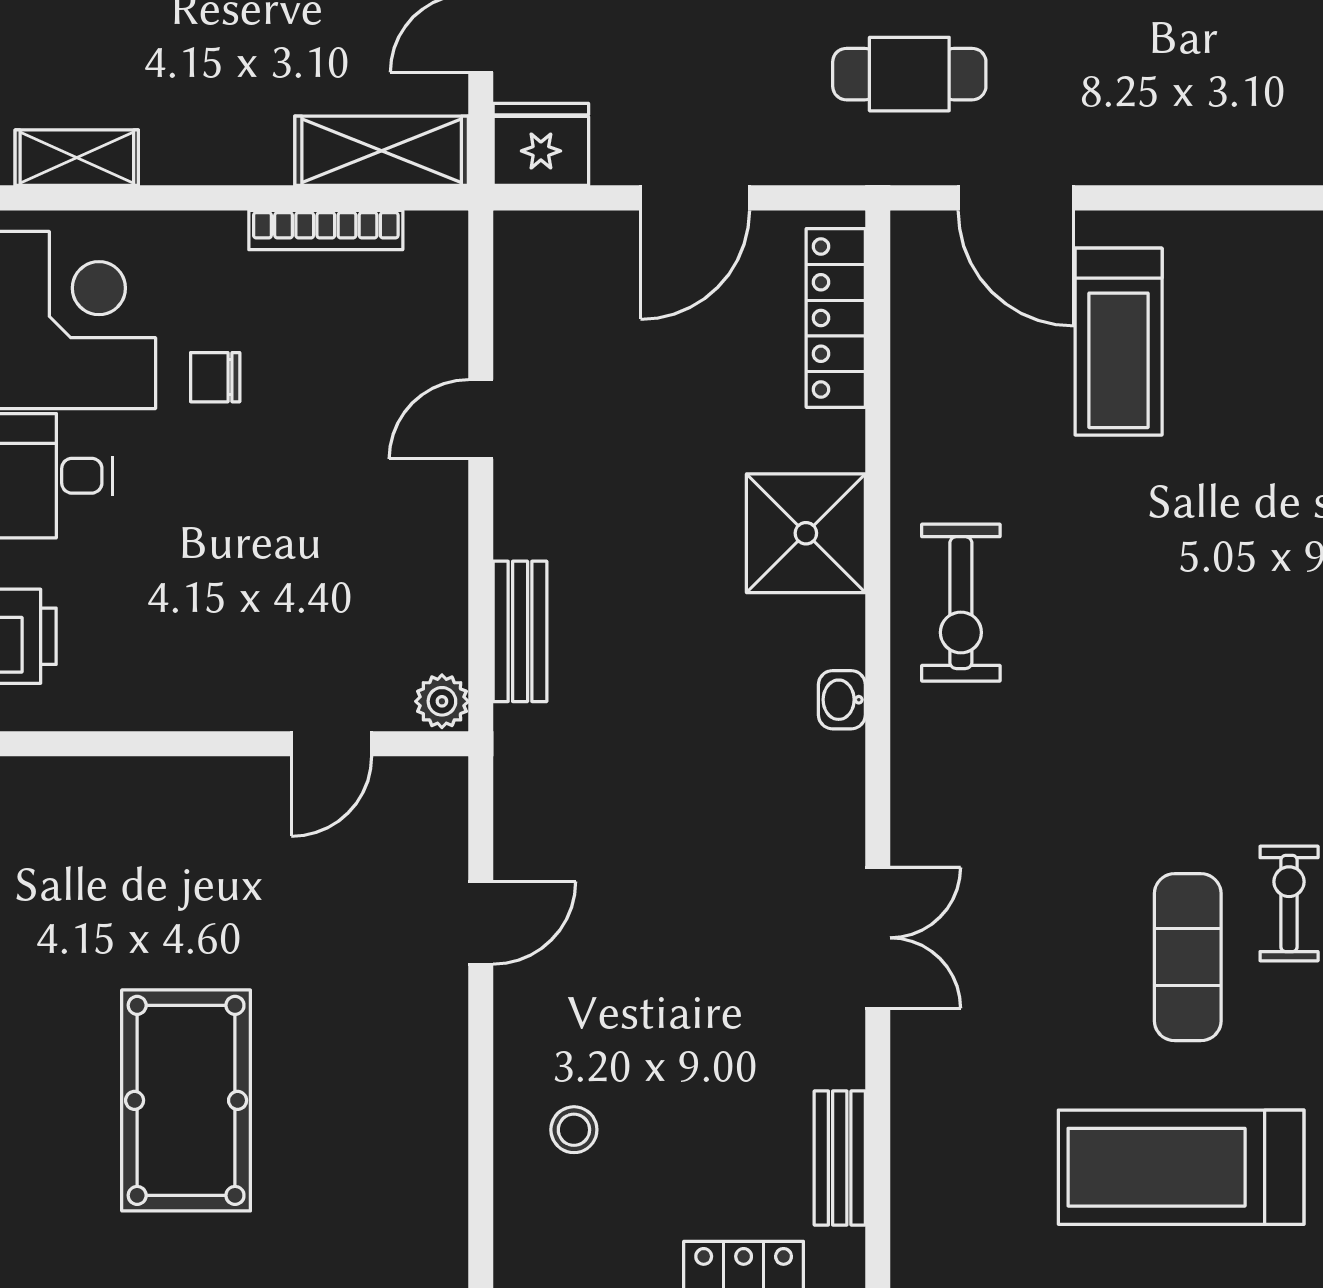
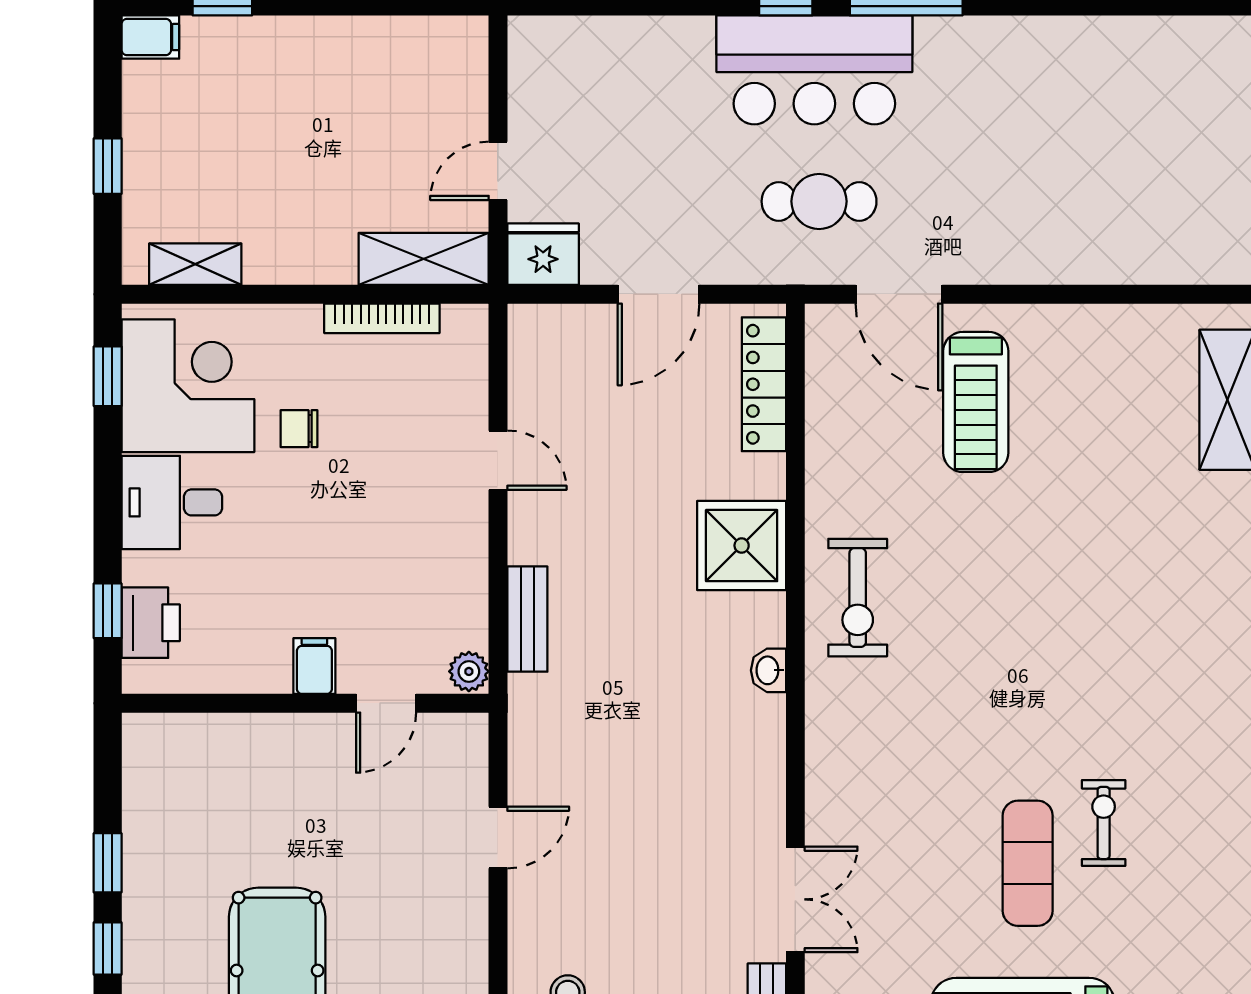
door: (481, 419) -> (498, 460), swing flipped
filing cabinet: (236, 694) -> (314, 666), added
double door: (878, 938) -> (795, 899), moved

